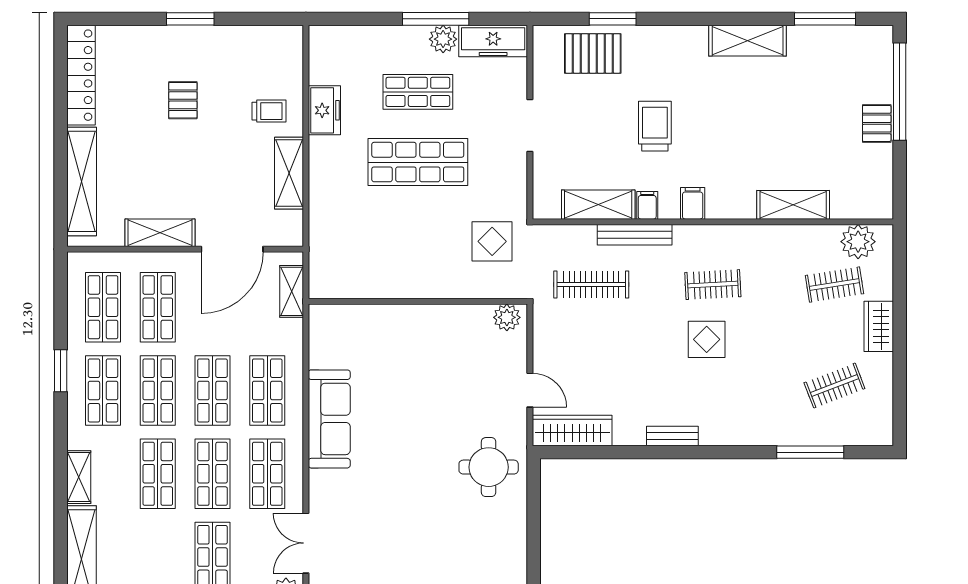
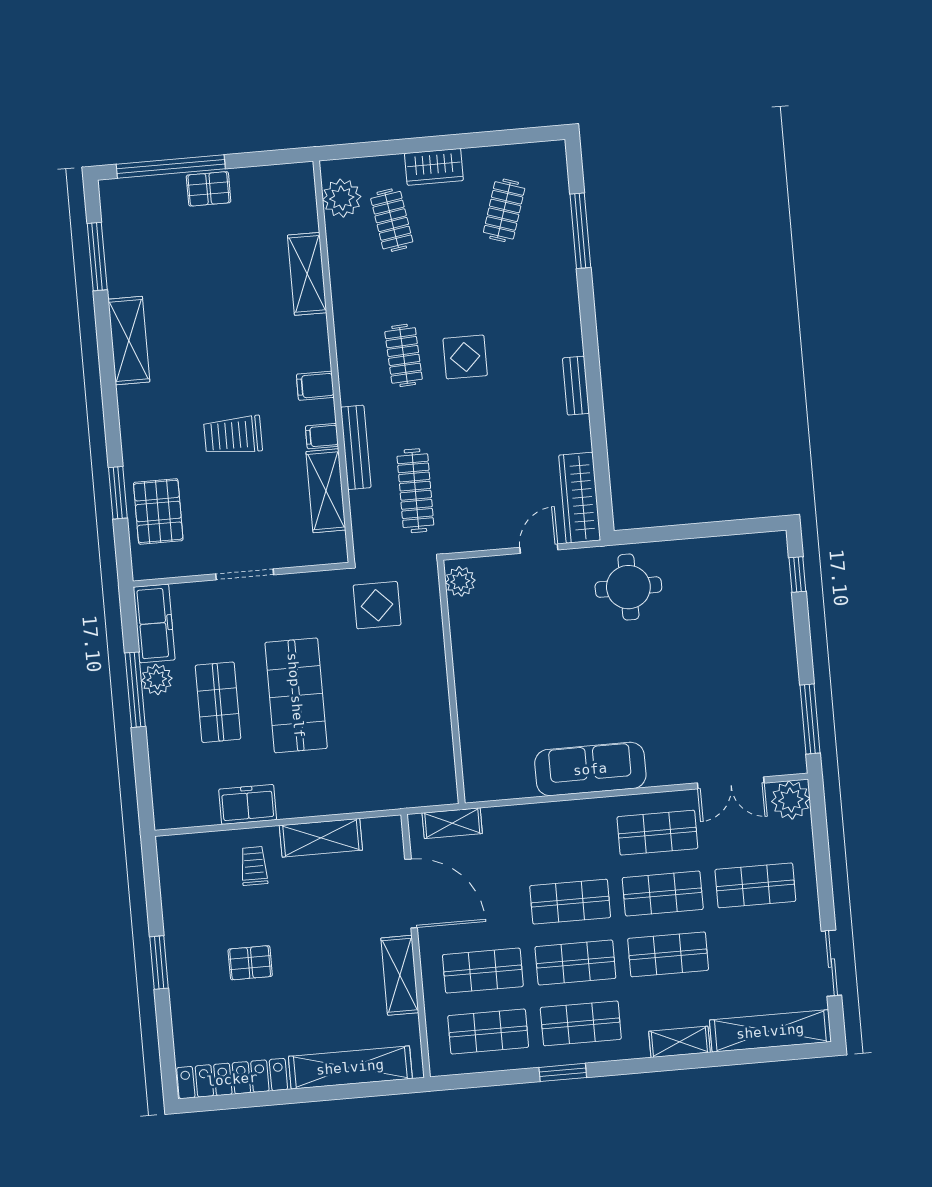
clothes rail: (834, 386) -> (504, 210), turned 39
shop shelf: (267, 390) -> (565, 841), removed

